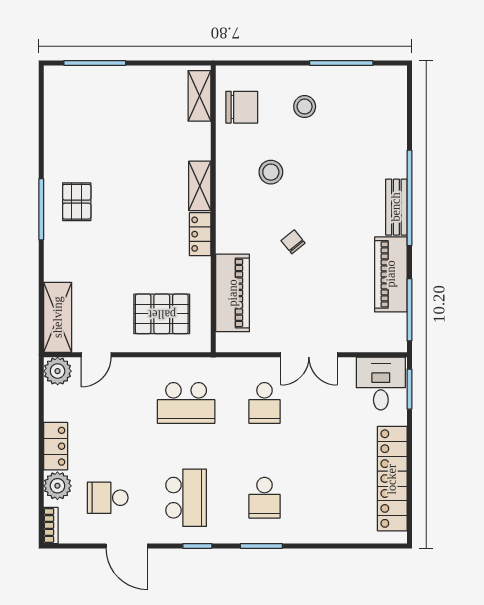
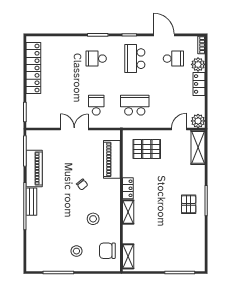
desk: (381, 384) -> (39, 115), removed
school desk: (264, 498) -> (96, 59), turned -90

